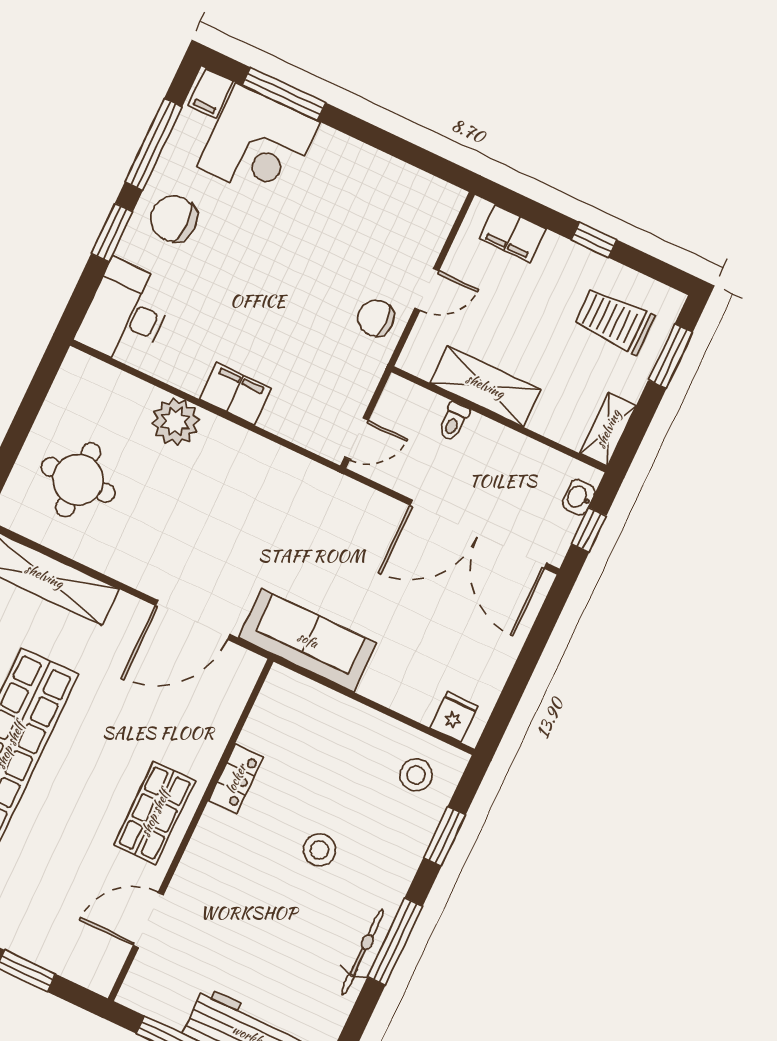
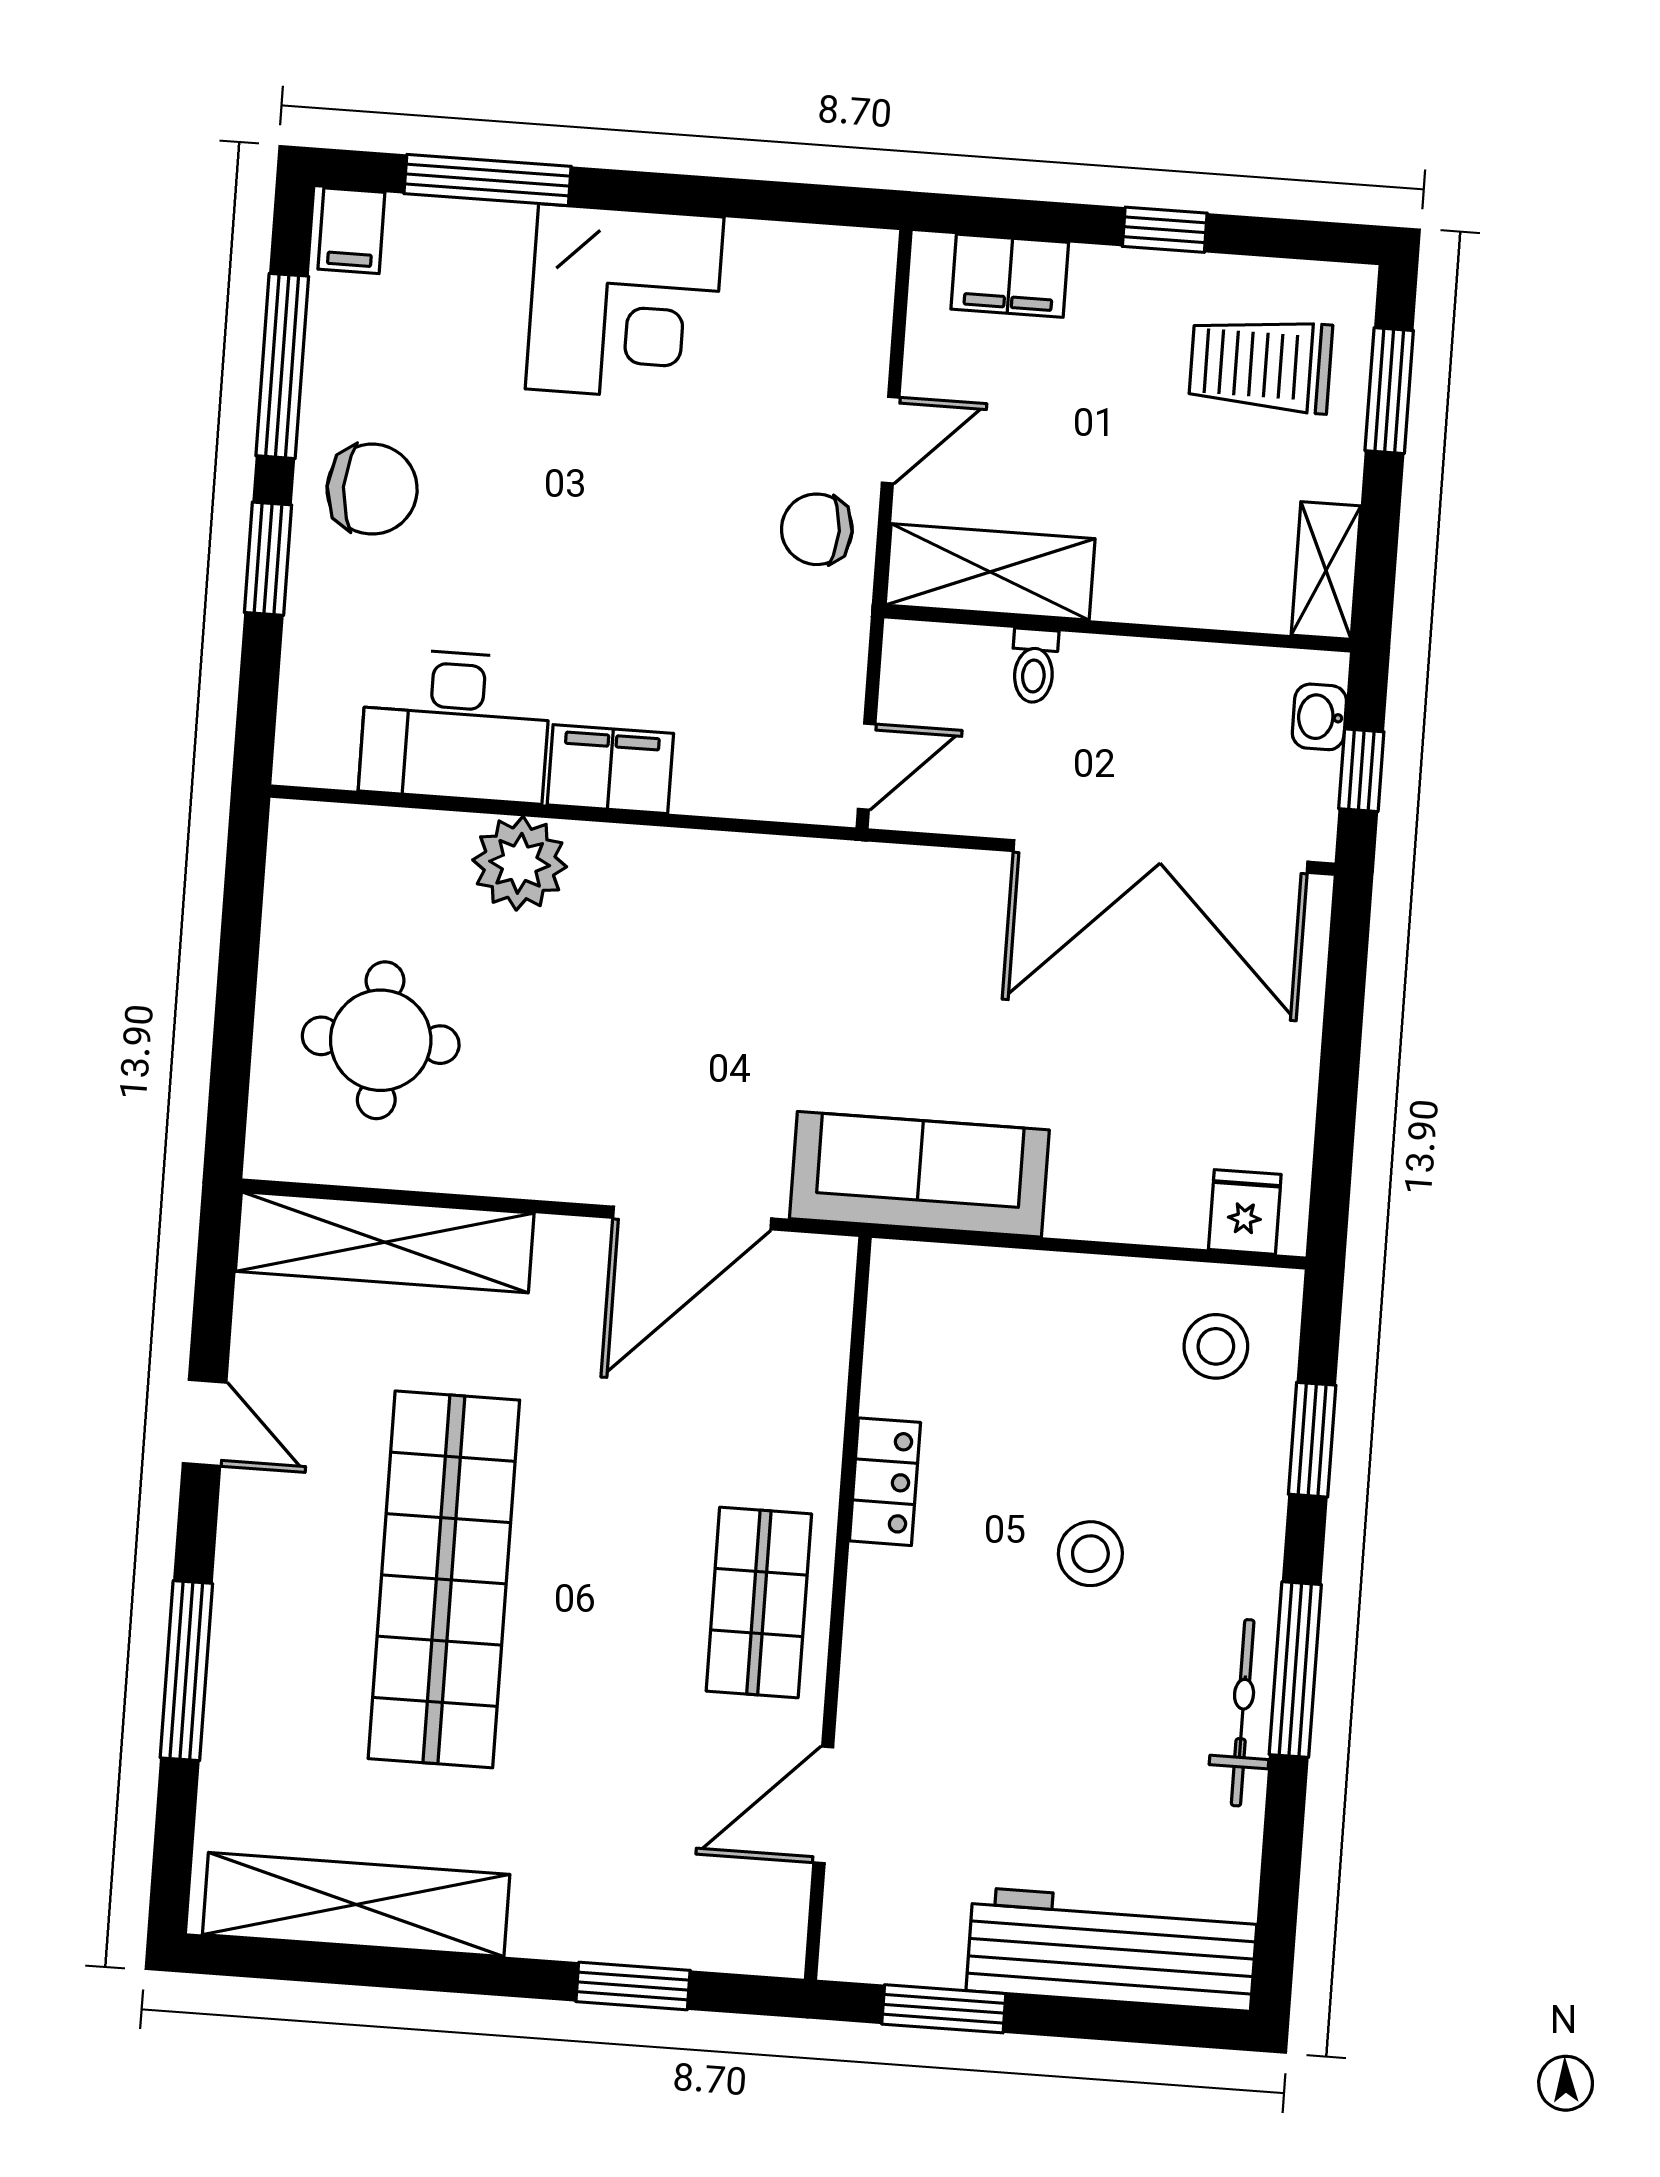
corner desk: (258, 145) -> (625, 303), moved
chair: (174, 219) -> (372, 489), turned 180
desk: (126, 313) -> (455, 725), moved, turned -90
shelving: (485, 386) -> (990, 572), moved

